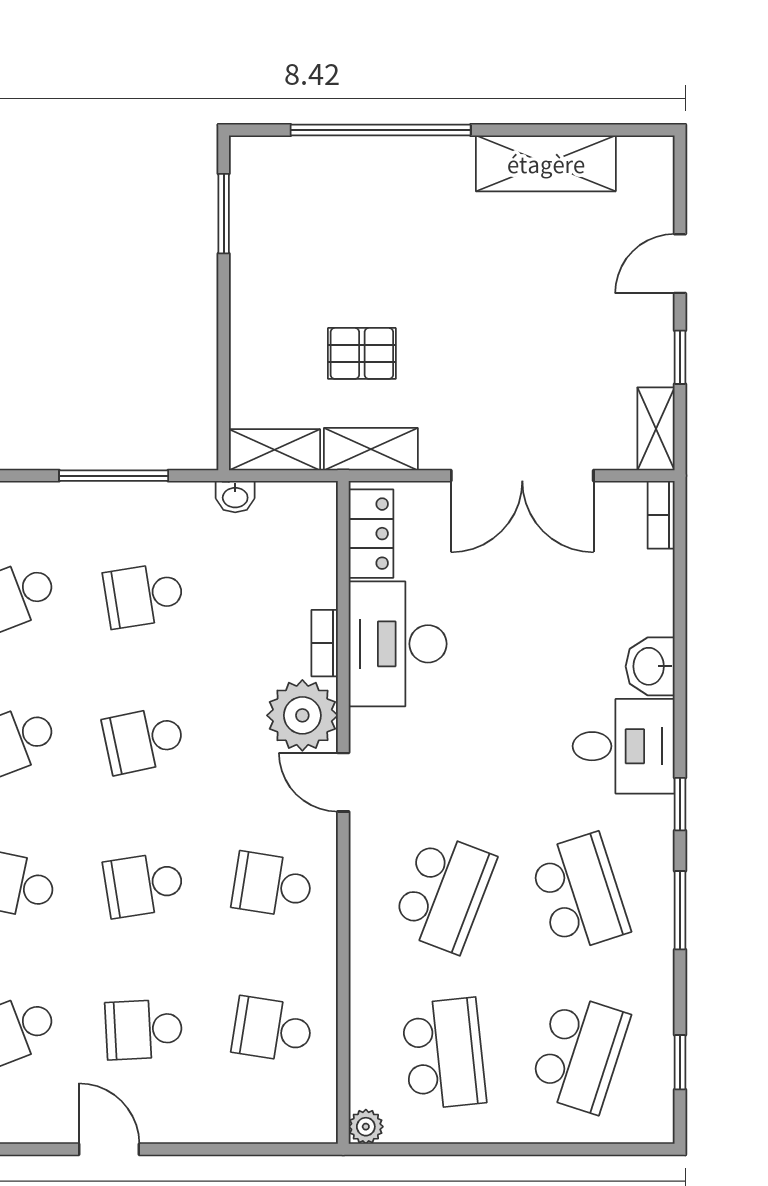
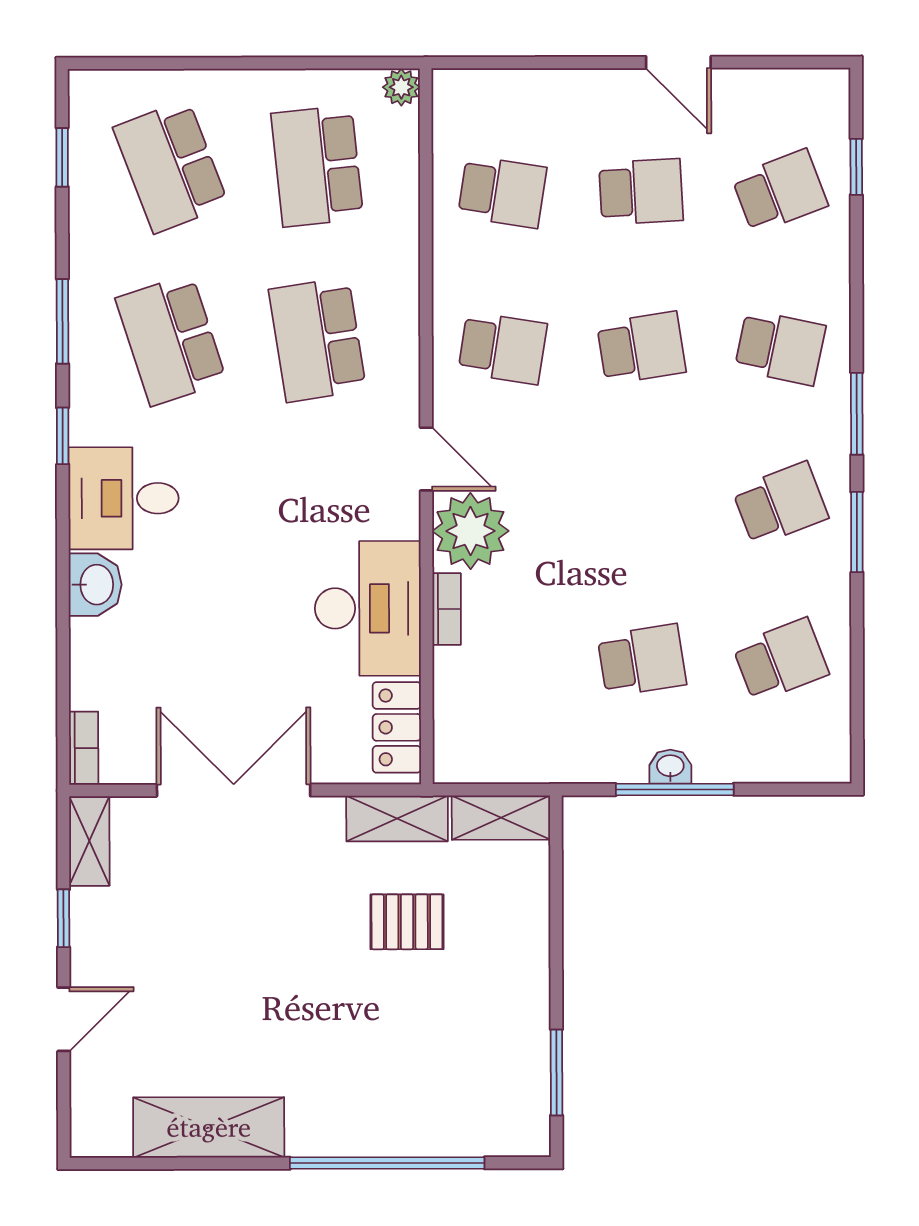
washbasin: (235, 497) -> (670, 767), moved
school desk: (144, 740) -> (642, 504), removed
school desk: (444, 893) -> (317, 340), turned -30
school desk: (579, 1054) -> (171, 166), turned -39

